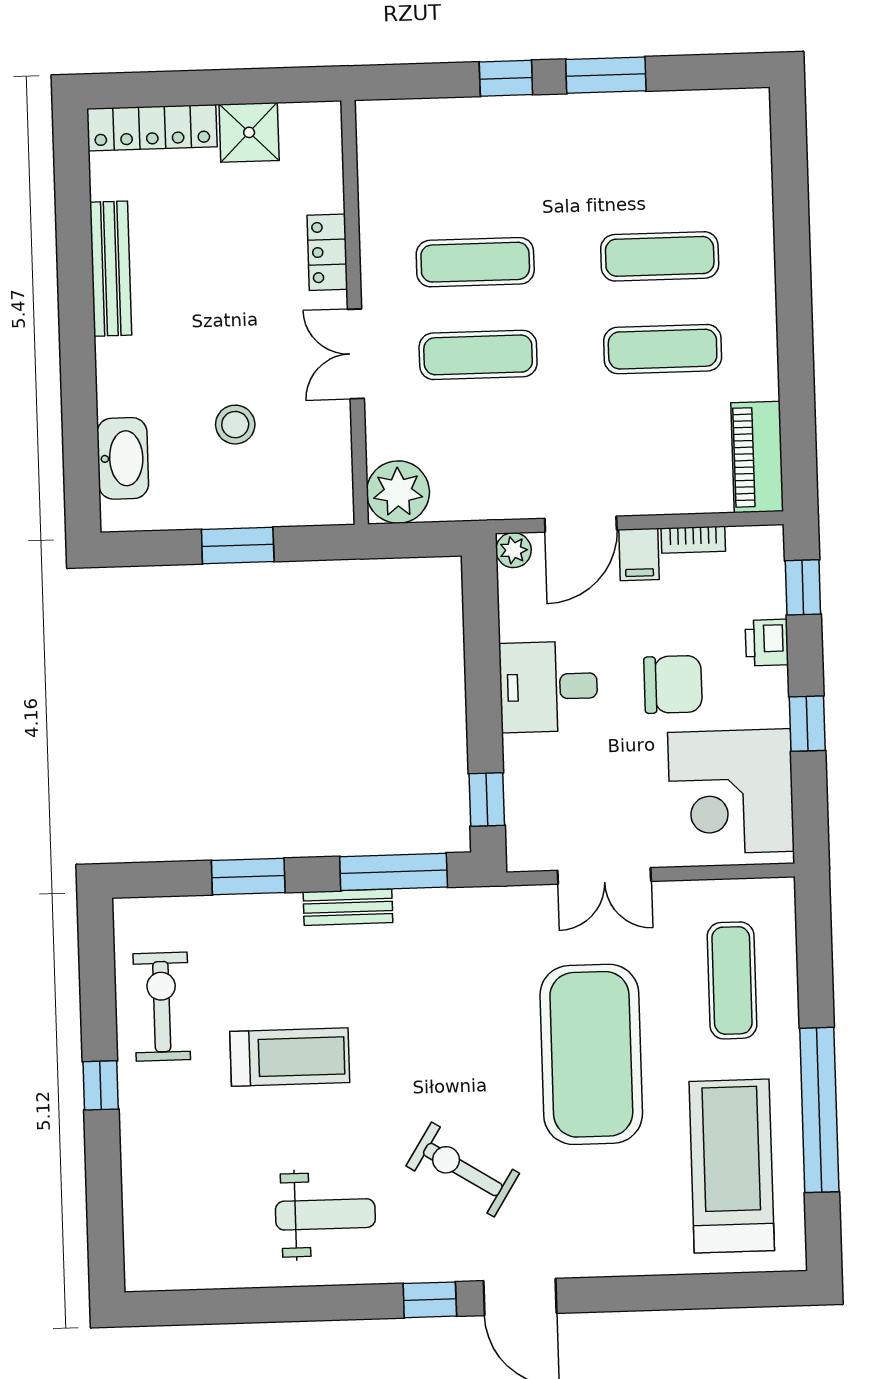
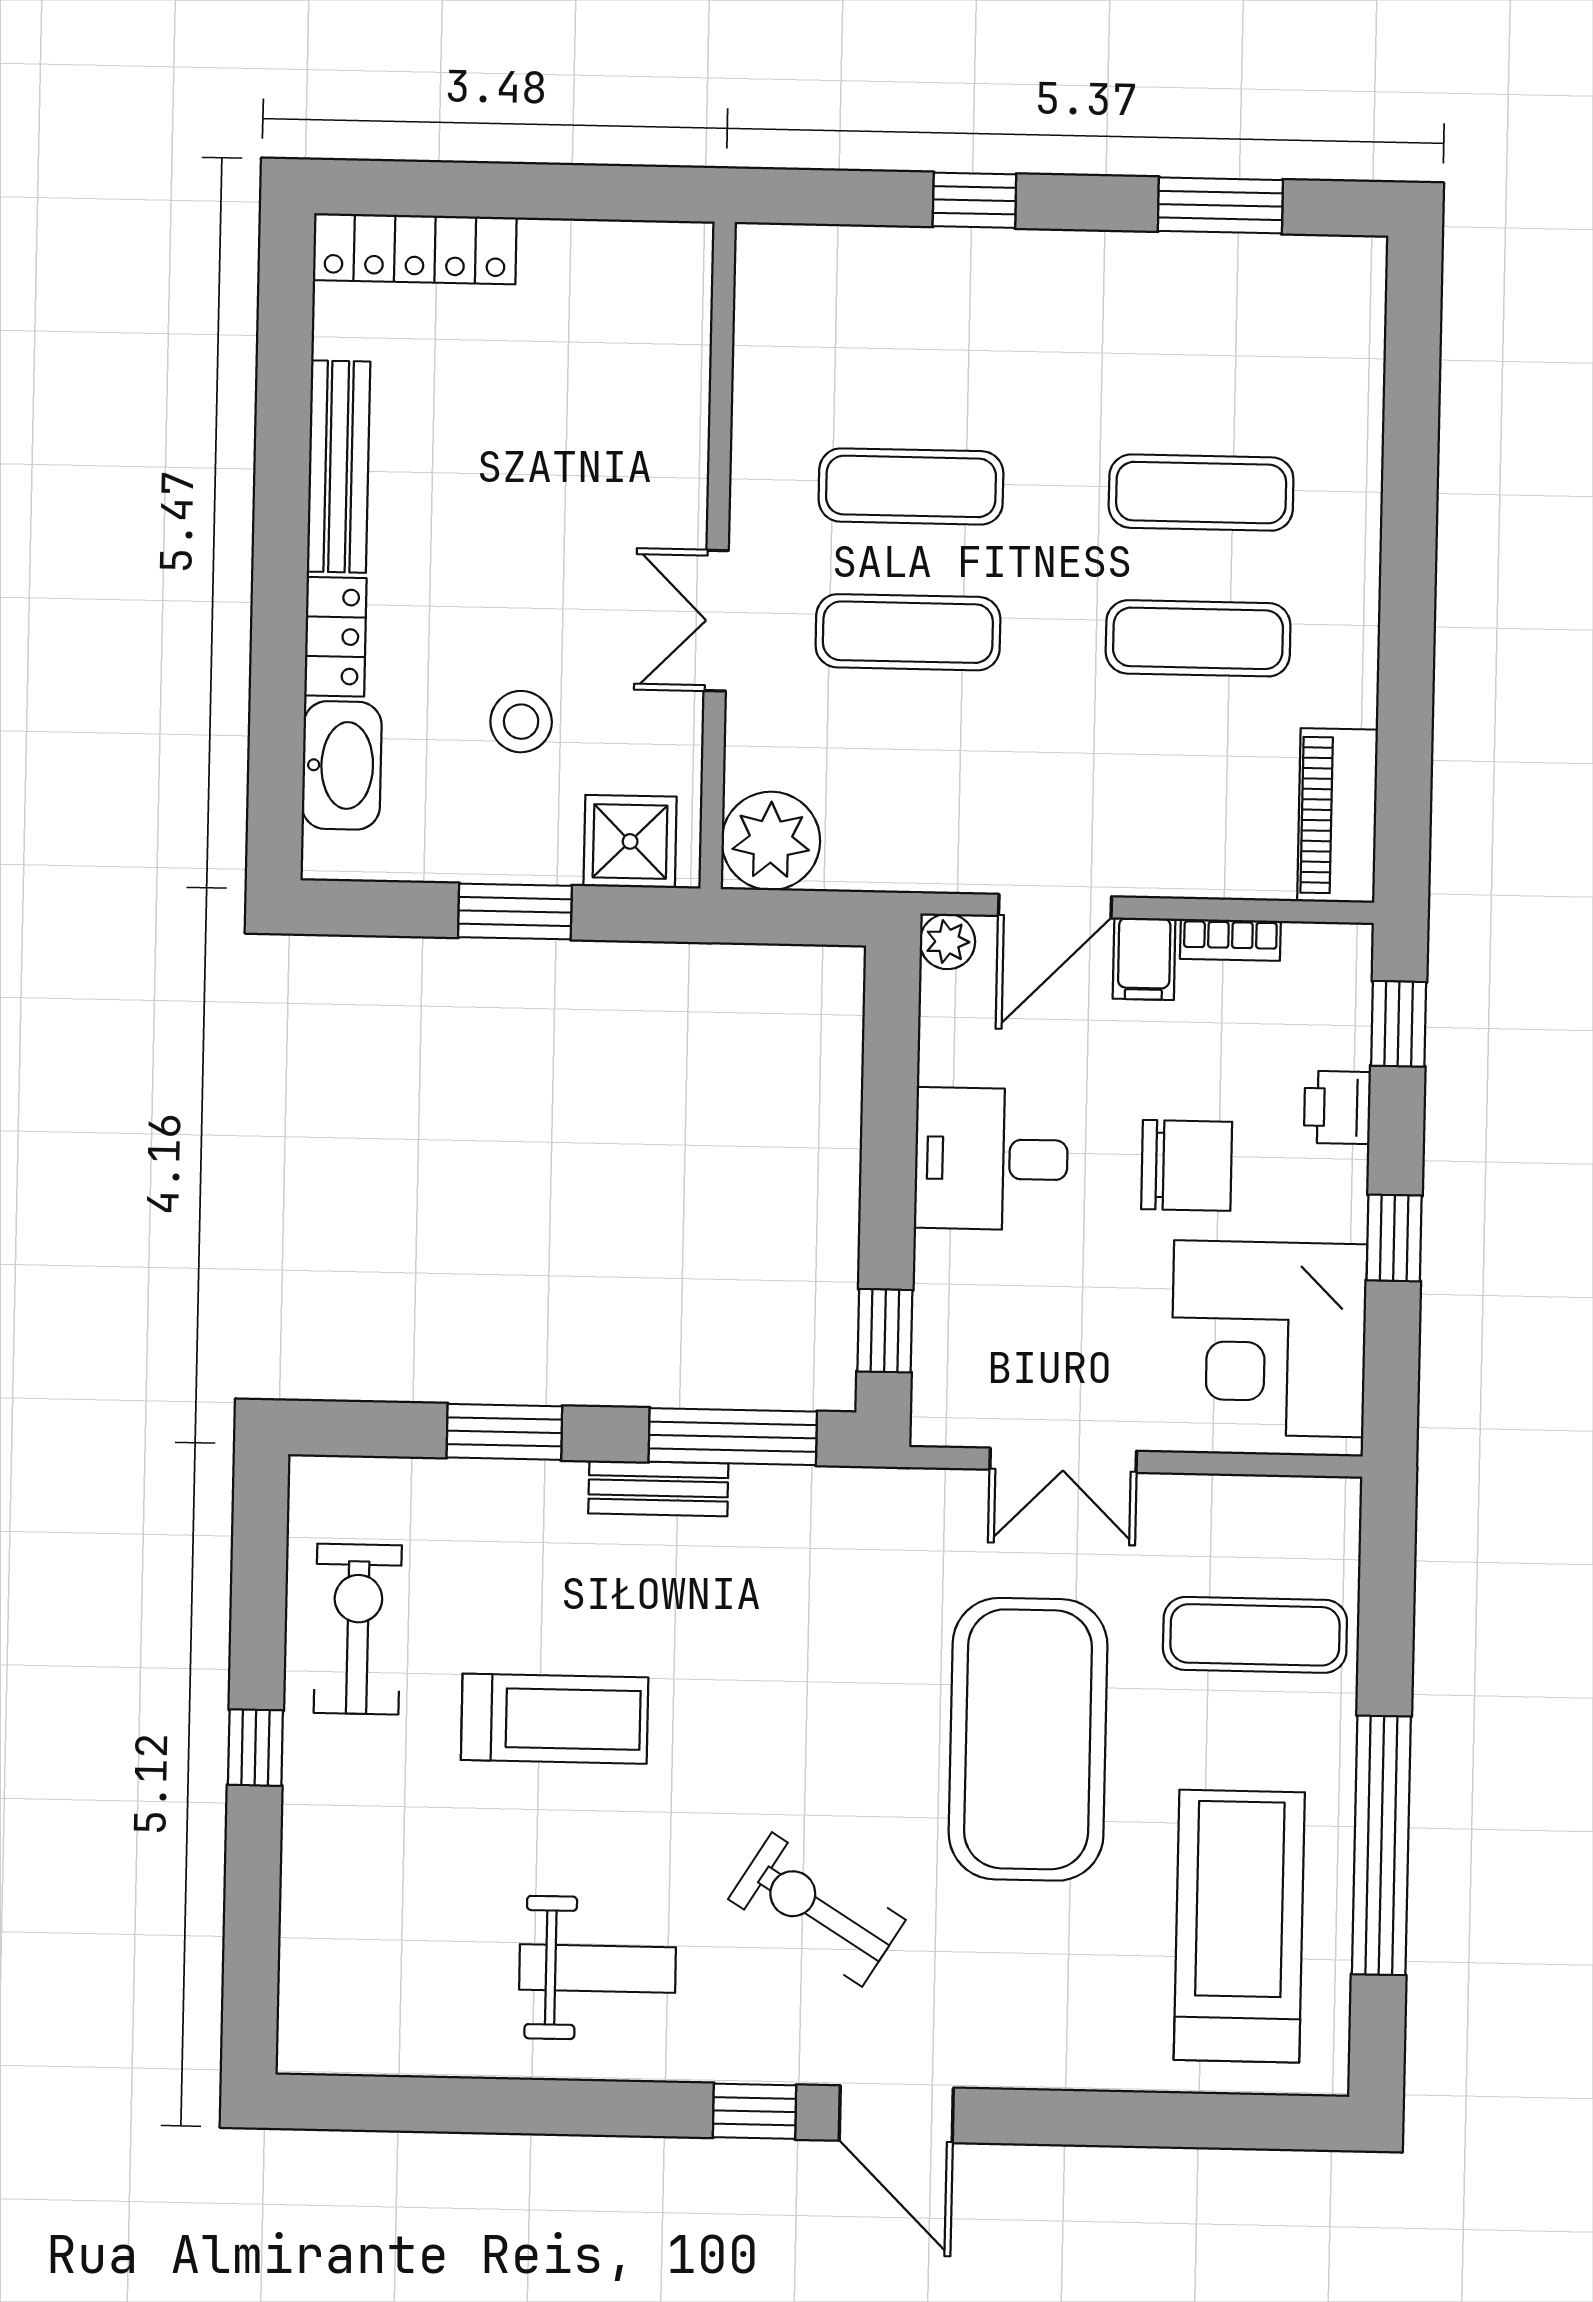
window: (606, 75) -> (1220, 205), moved
shower: (249, 132) -> (630, 841), moved
locker: (327, 252) -> (335, 637), moved, turned 180
exercise mat: (732, 980) -> (1255, 1635), turned 90

